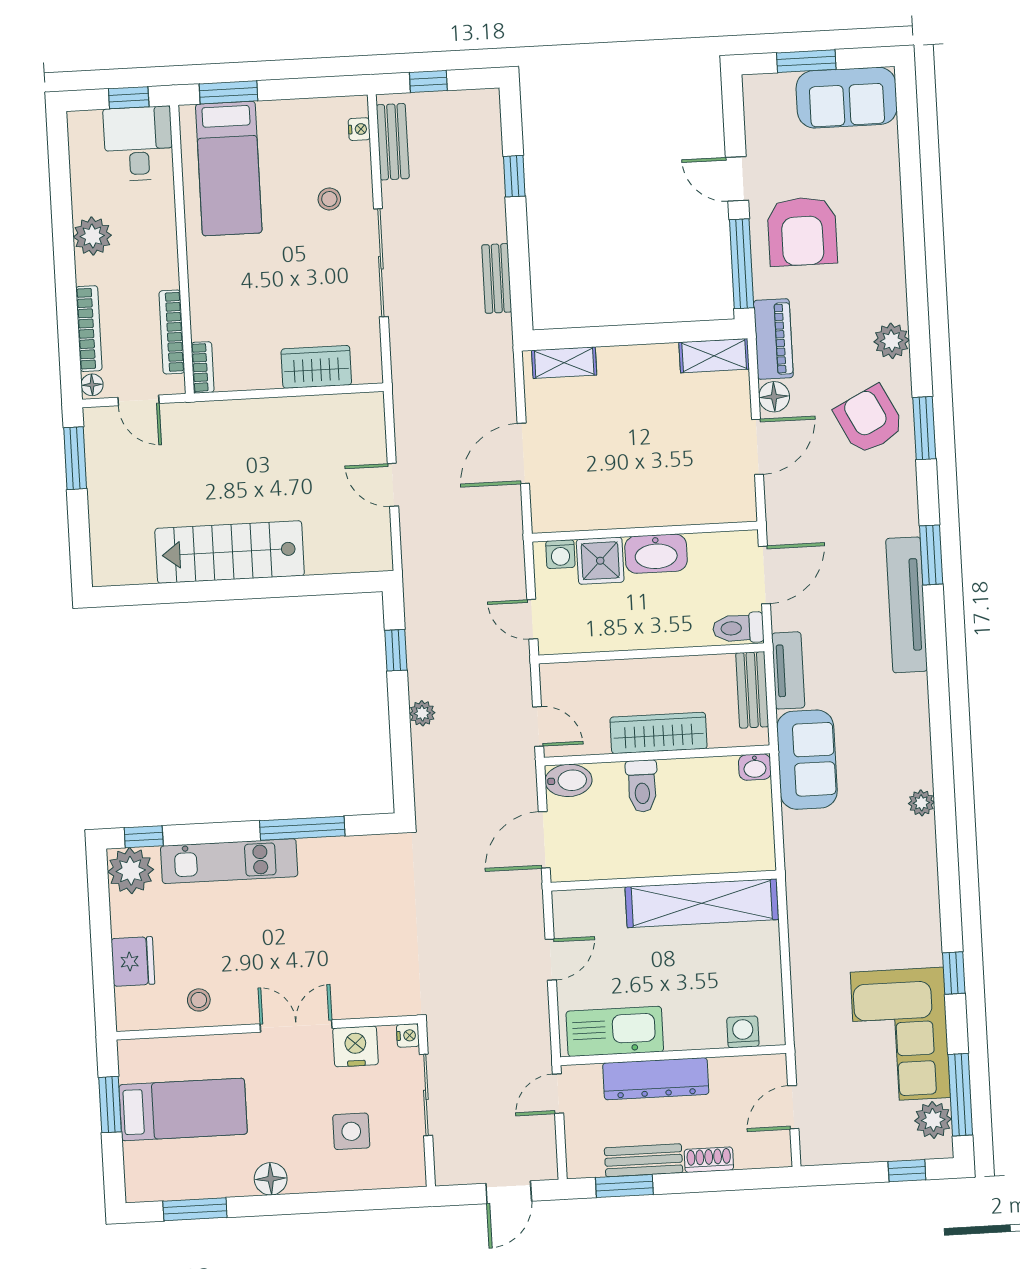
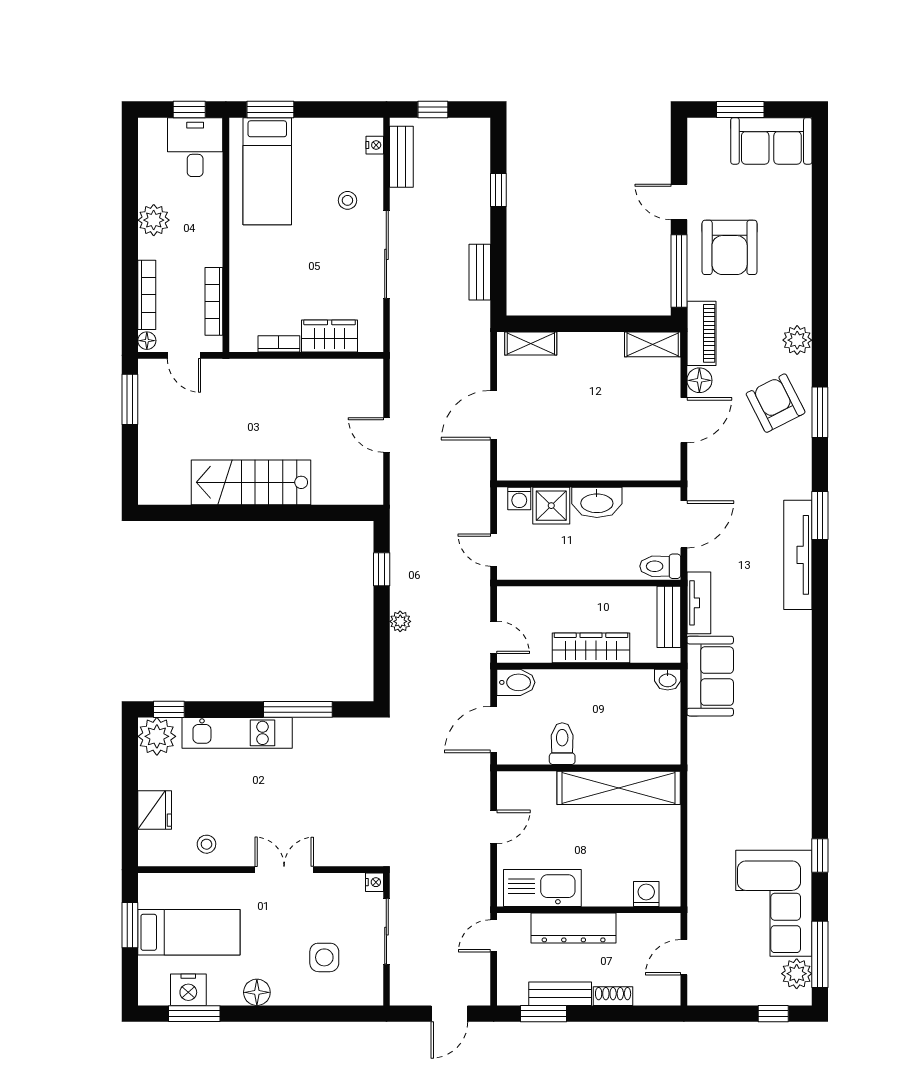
bookcase: (203, 367) -> (279, 344), moved, turned -90
toilet: (642, 786) -> (562, 744), moved, turned 180
plant: (921, 803) -> (801, 716), removed
nightstand: (356, 1046) -> (188, 990), moved, turned 180

